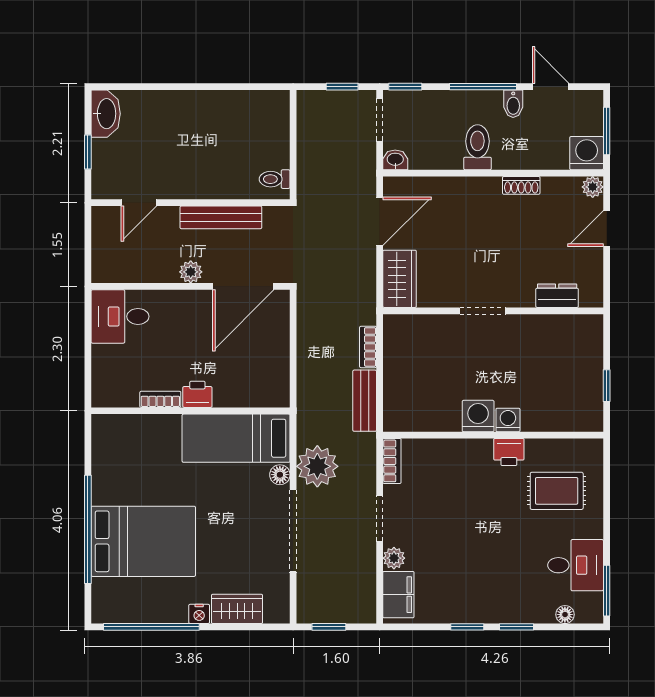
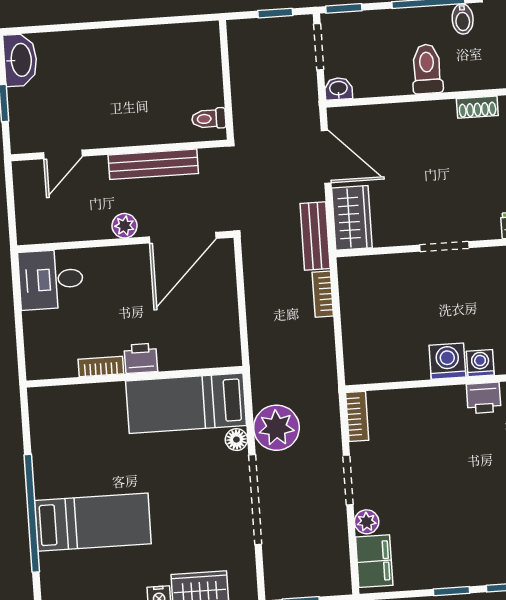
door: (380, 221) -> (326, 157), hinge flipped
bench: (365, 401) -> (315, 236), moved
bed: (143, 541) -> (93, 522), width x0.67

